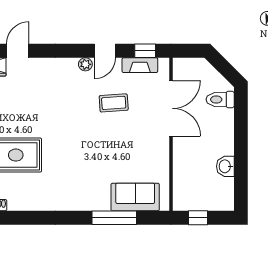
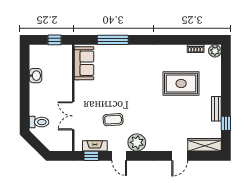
door: (105, 51) -> (119, 156), swing flipped
plant: (85, 64) -> (137, 142), width x1.87, depth x1.87
double door: (171, 108) -> (73, 116), width x0.73
sofa: (135, 197) -> (84, 63), moved, turned -90

